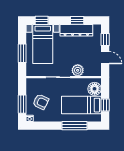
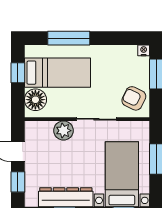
armchair: (41, 102) -> (134, 98), moved

